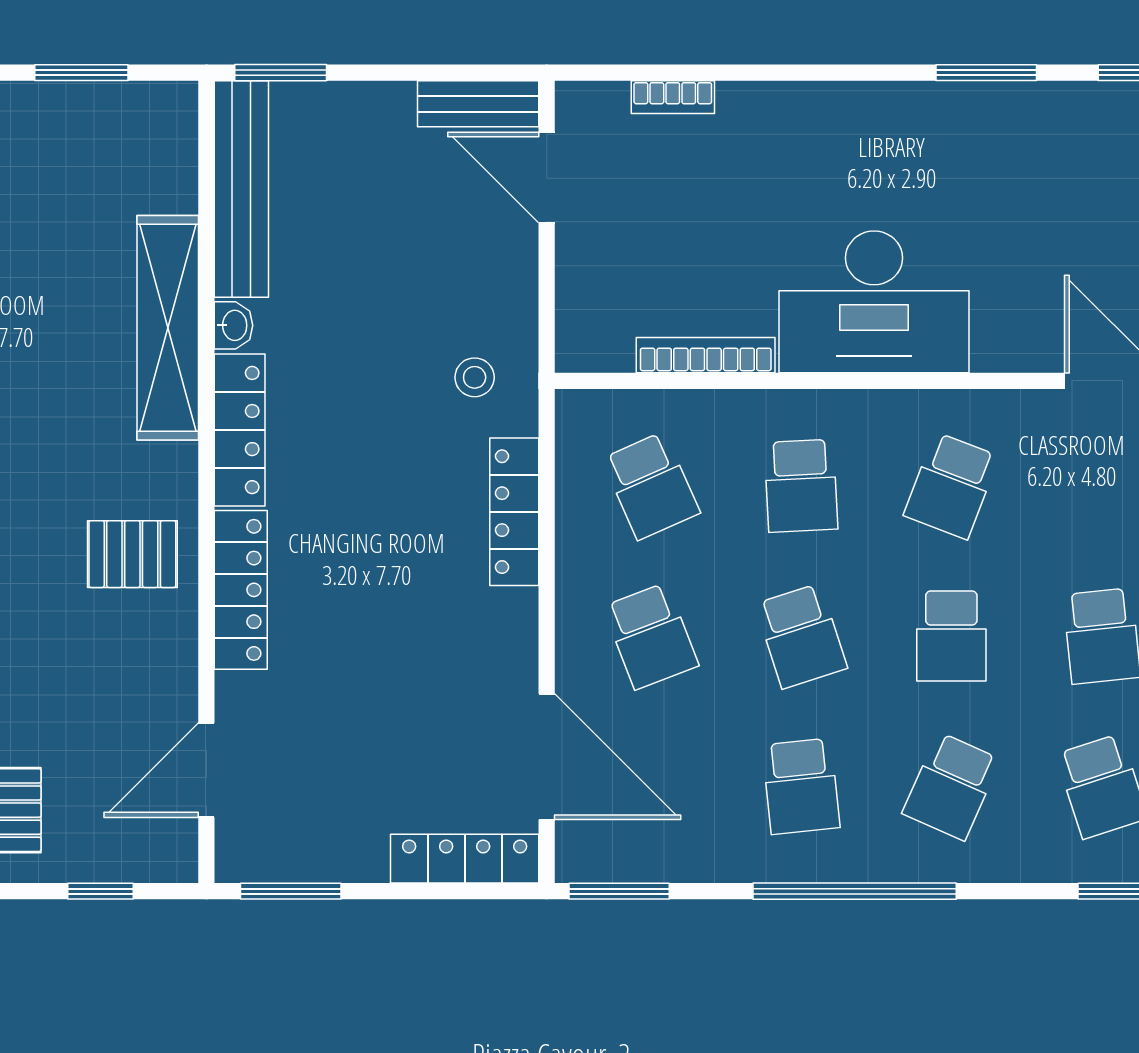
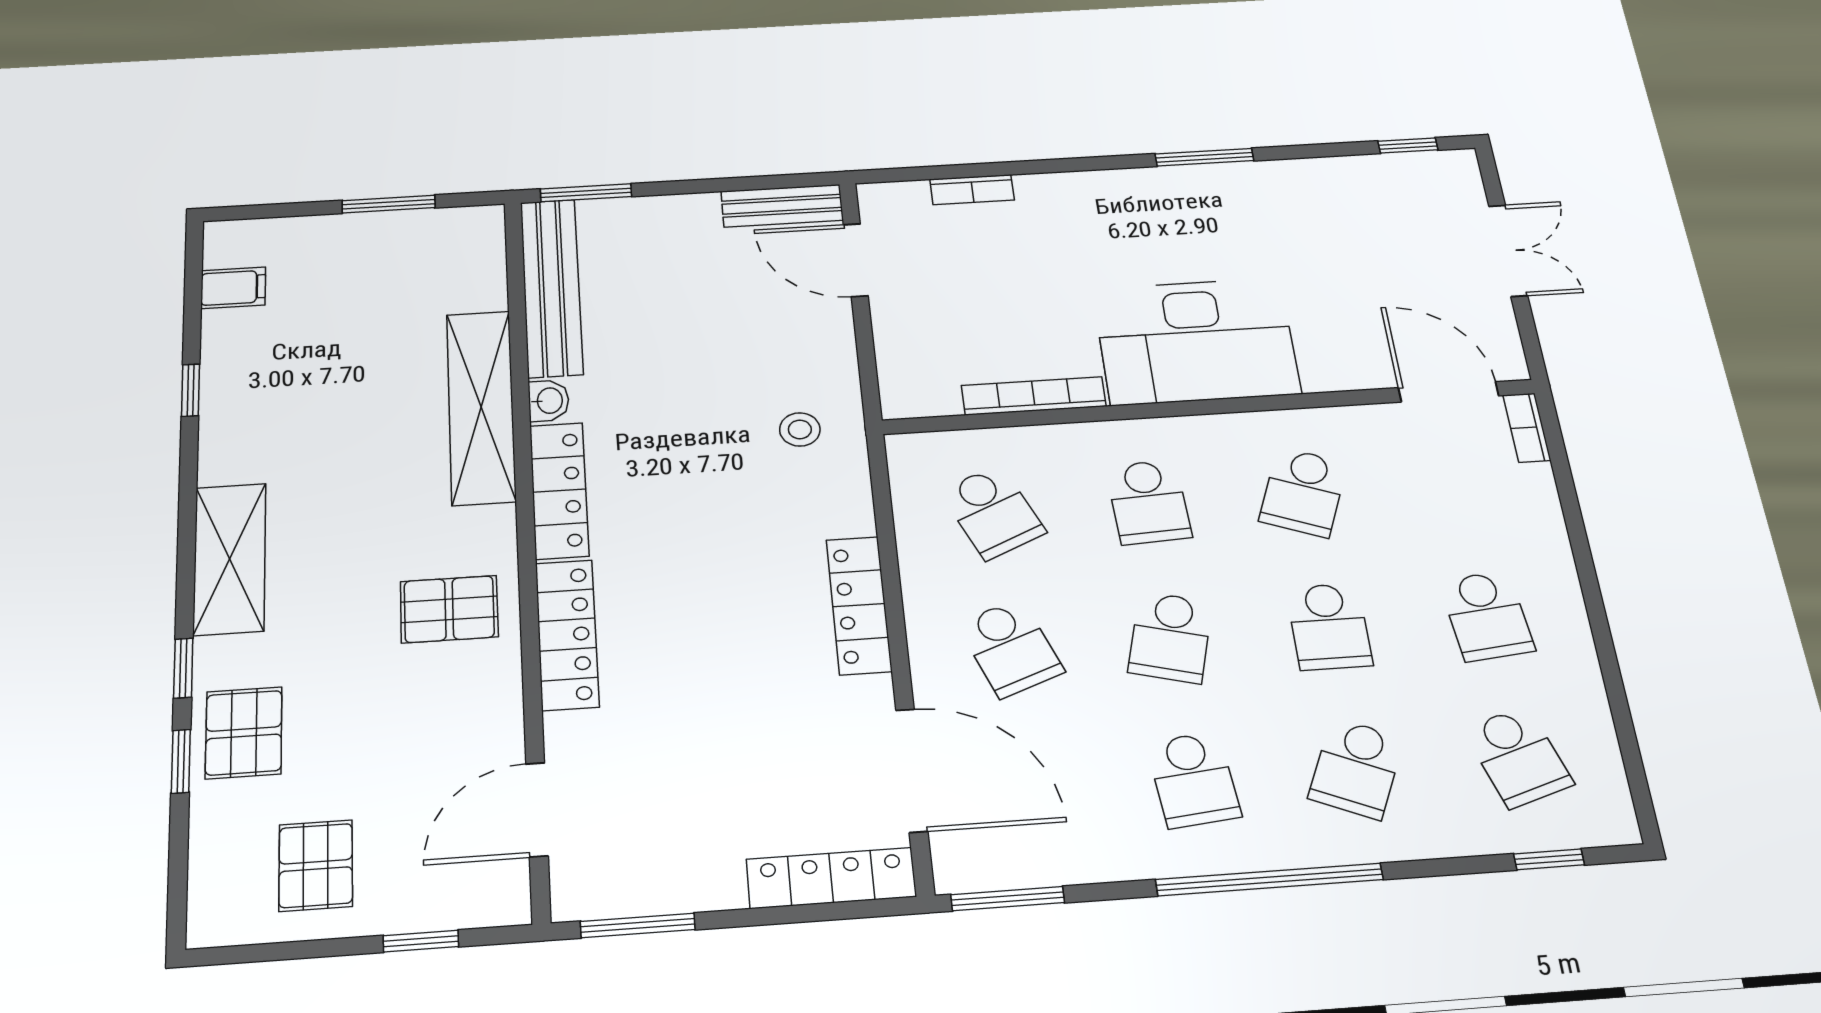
window: (986, 73) -> (1204, 157), moved
locker: (514, 512) -> (859, 605), moved
school desk: (801, 636) -> (1170, 637), turned 33

